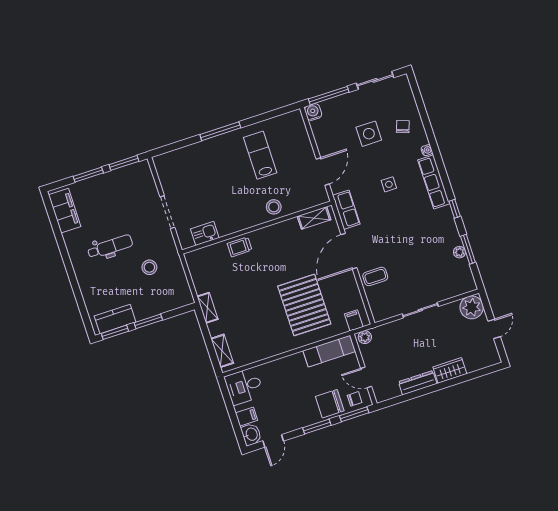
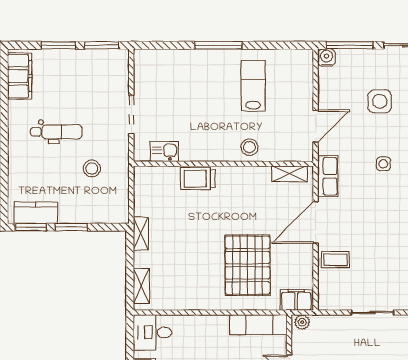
trolley: (240, 247) -> (198, 179), width x1.36, depth x1.39
filing cabinet: (354, 320) -> (296, 300), width x2.00

